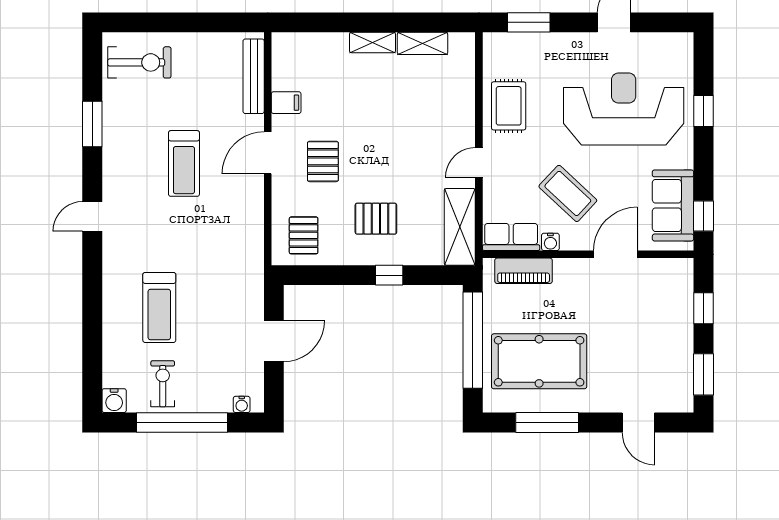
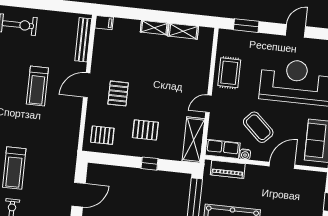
filing cabinet: (286, 103) -> (104, 23), moved
pallet: (304, 235) -> (102, 135), turned 90

